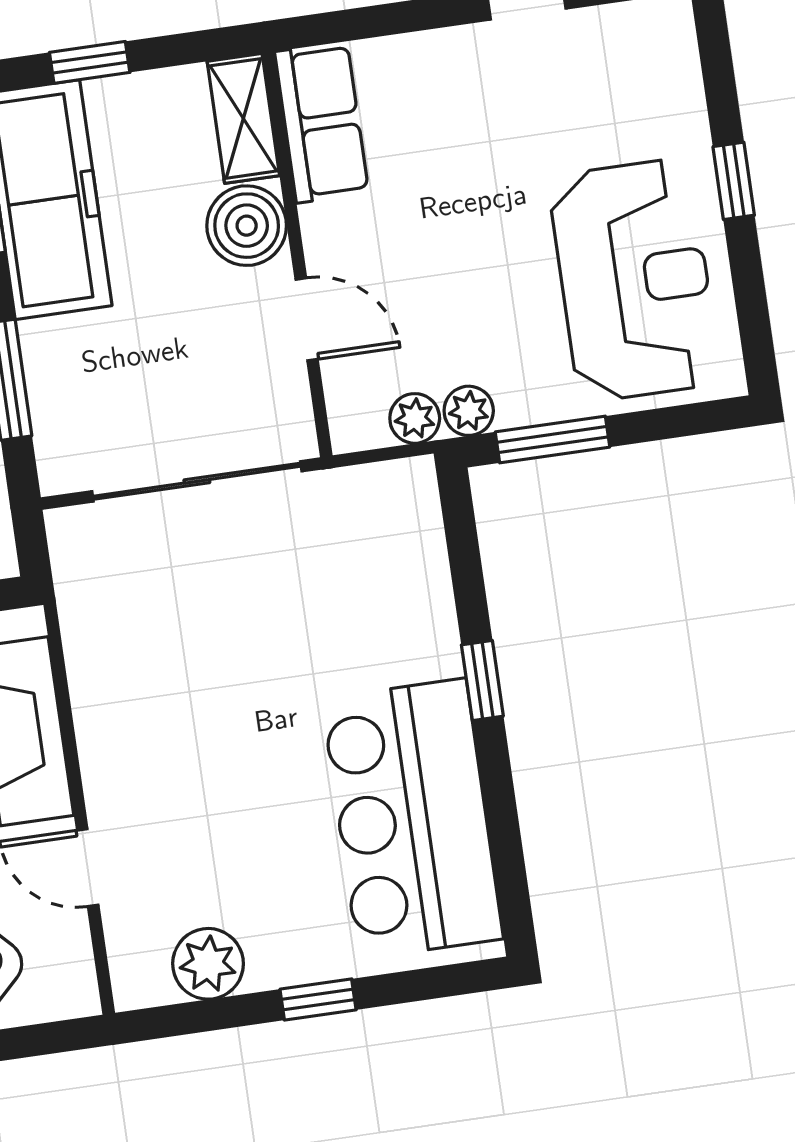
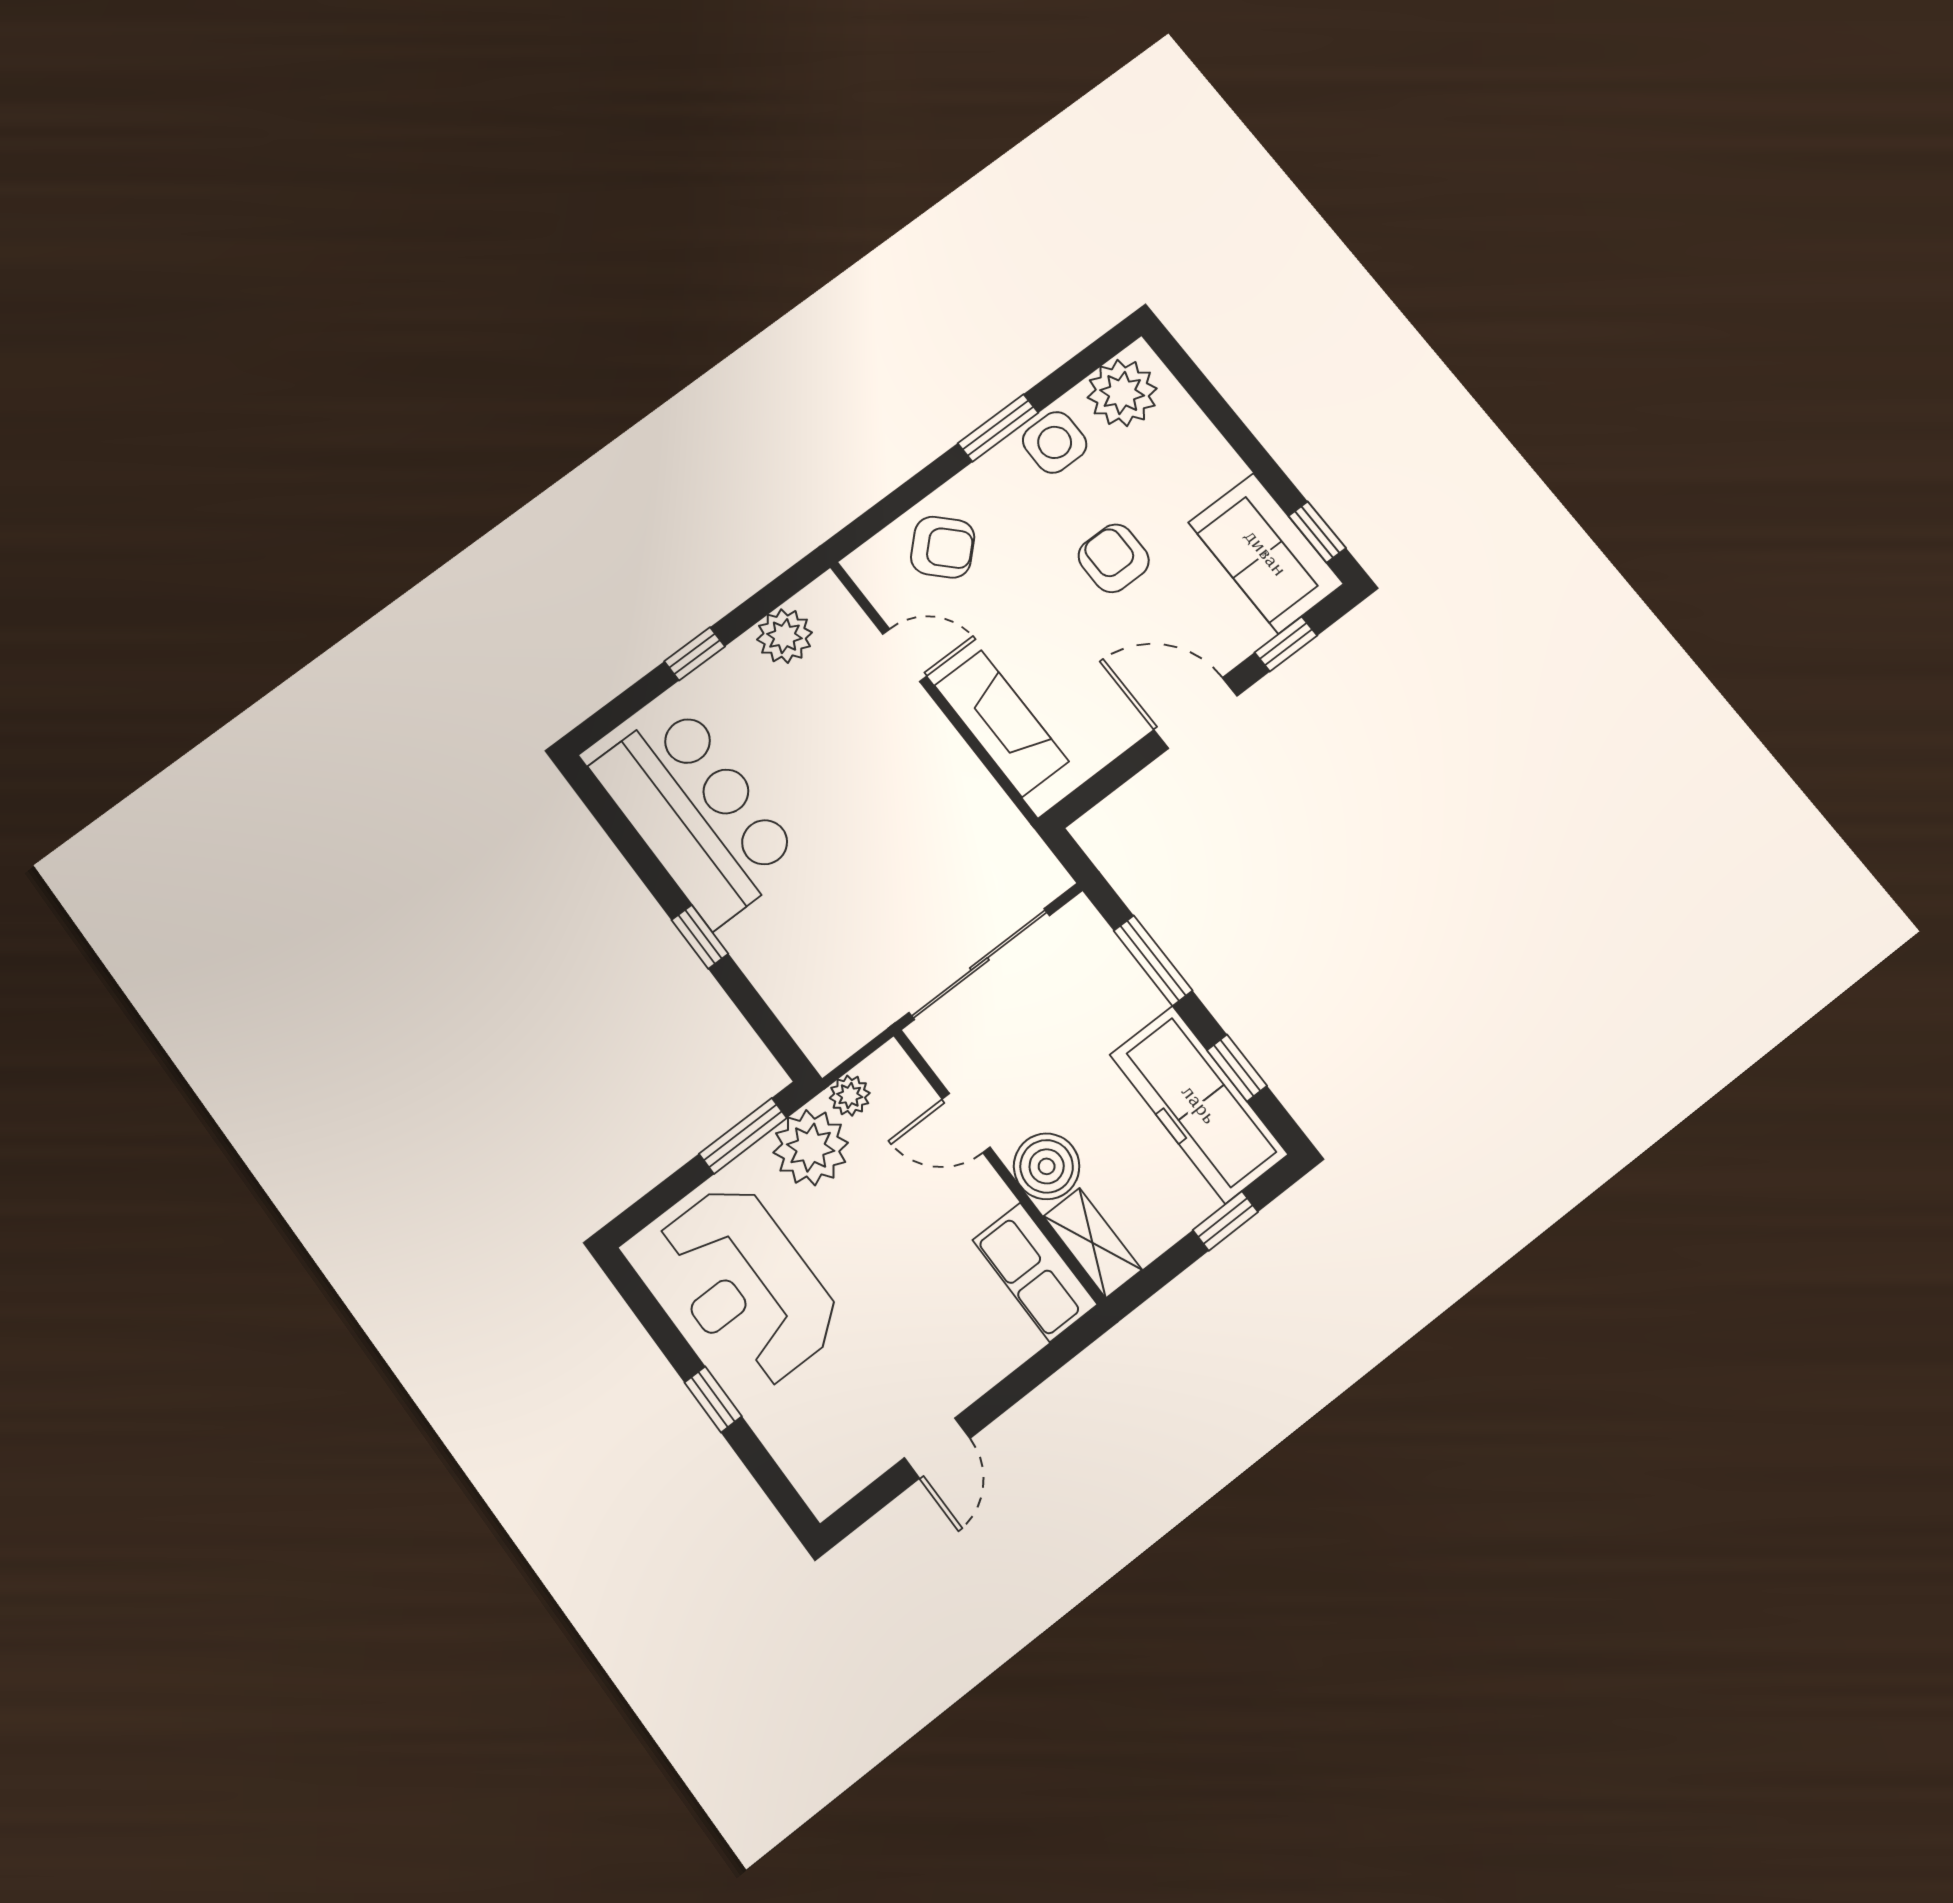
plant: (469, 411) -> (811, 1148), width x1.88, depth x1.88

